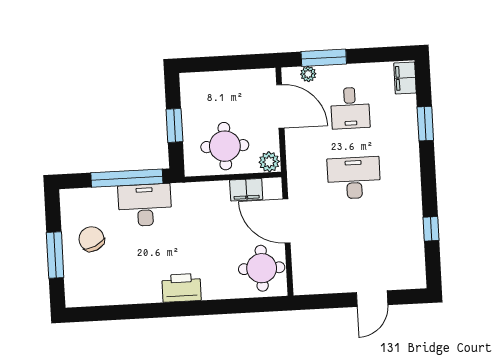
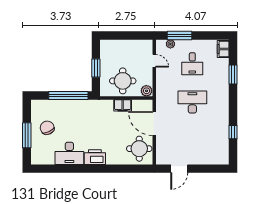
door: (280, 106) -> (154, 61), width x0.53
filing cabinet: (246, 190) -> (123, 105), moved
desk: (145, 205) -> (69, 153), moved, turned 180
door: (372, 299) -> (179, 169), moved

